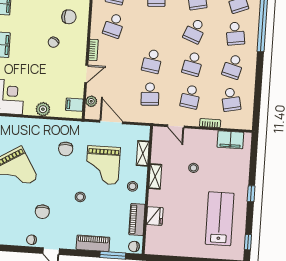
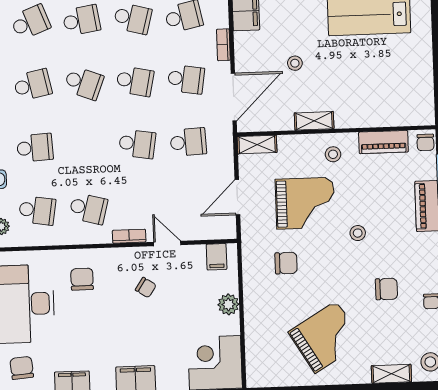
chair: (53, 42) -> (146, 288), moved
plant: (91, 101) -> (209, 231), removed
door: (176, 126) -> (234, 97), width x1.87
shelving: (143, 153) -> (257, 145), moved
fridge: (155, 216) -> (375, 115), removed

